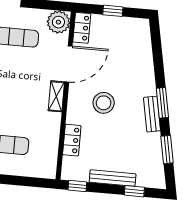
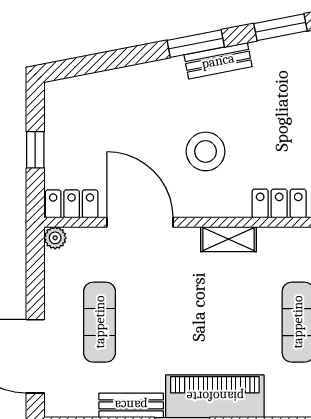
plant: (58, 22) -> (55, 238), width x0.53, depth x0.53
shelving: (56, 96) -> (228, 239), moved

